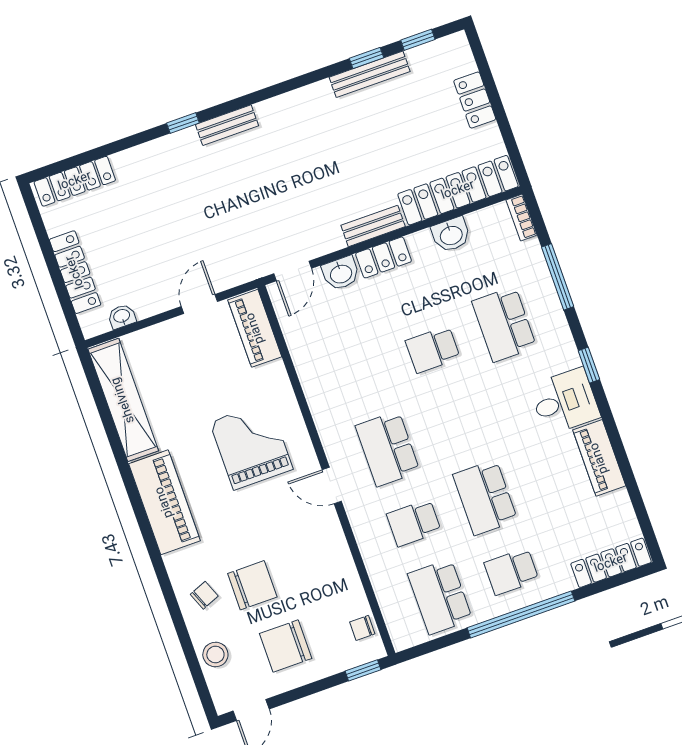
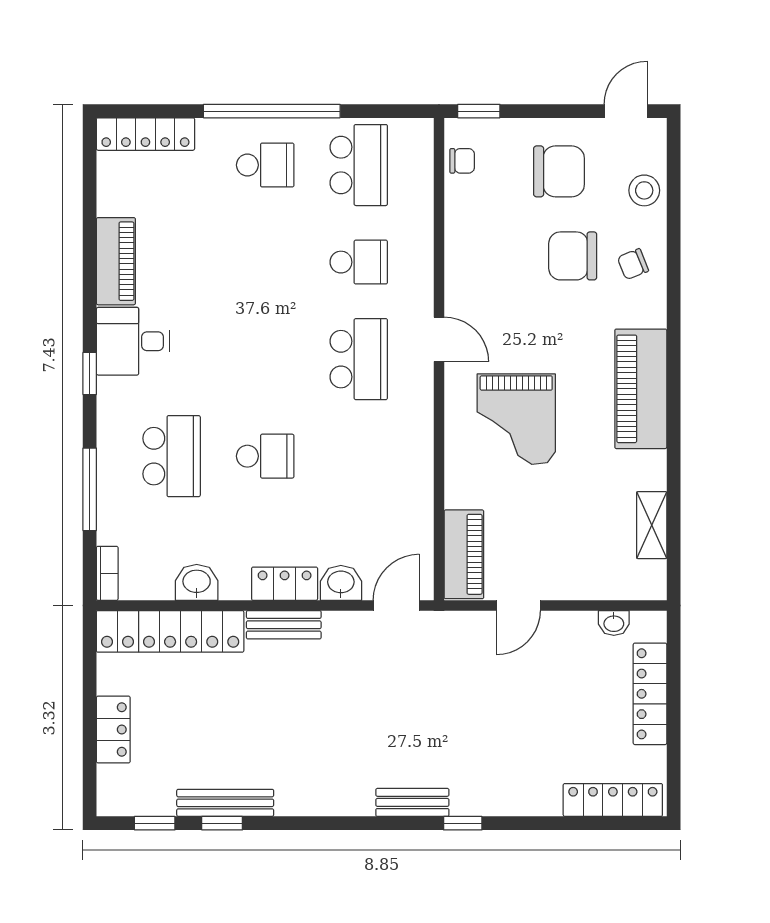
shelving: (123, 400) -> (652, 525), width x0.45, depth x0.75
school desk: (485, 498) -> (265, 262), removed

